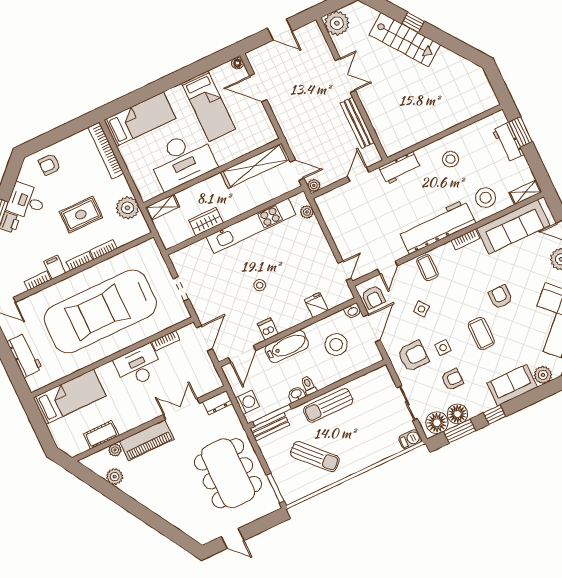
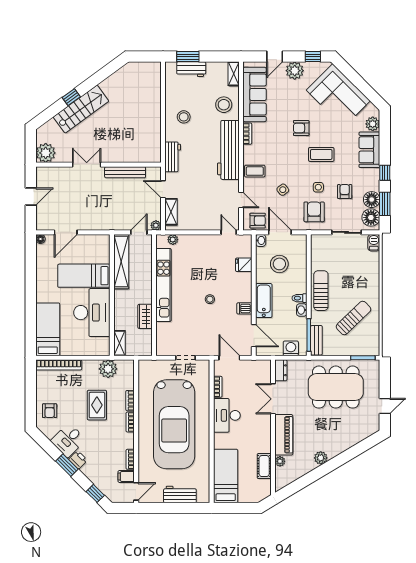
bed: (209, 106) -> (84, 276), moved, turned 180
shelving: (337, 195) -> (171, 212), added
filing cabinet: (55, 267) -> (126, 476), moved
sun lounger: (328, 405) -> (321, 291), turned 180
plant: (115, 477) -> (321, 458), moved

